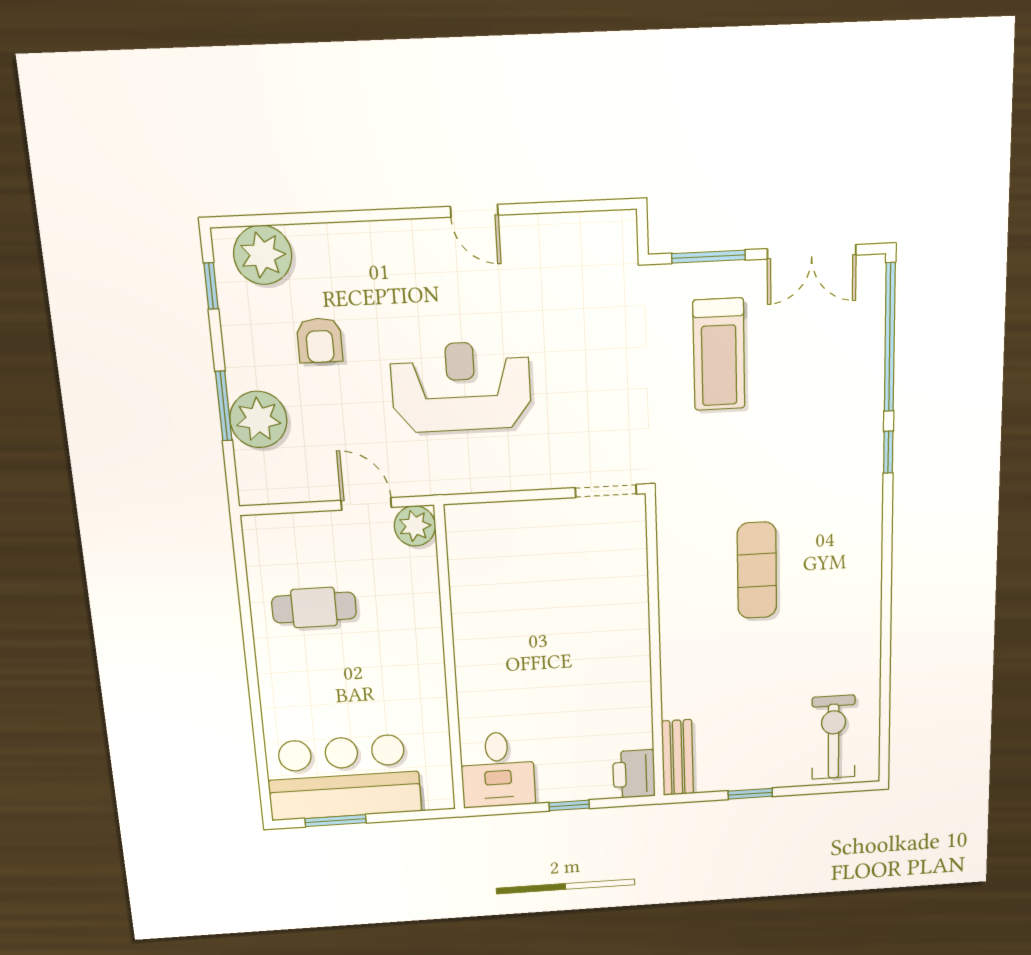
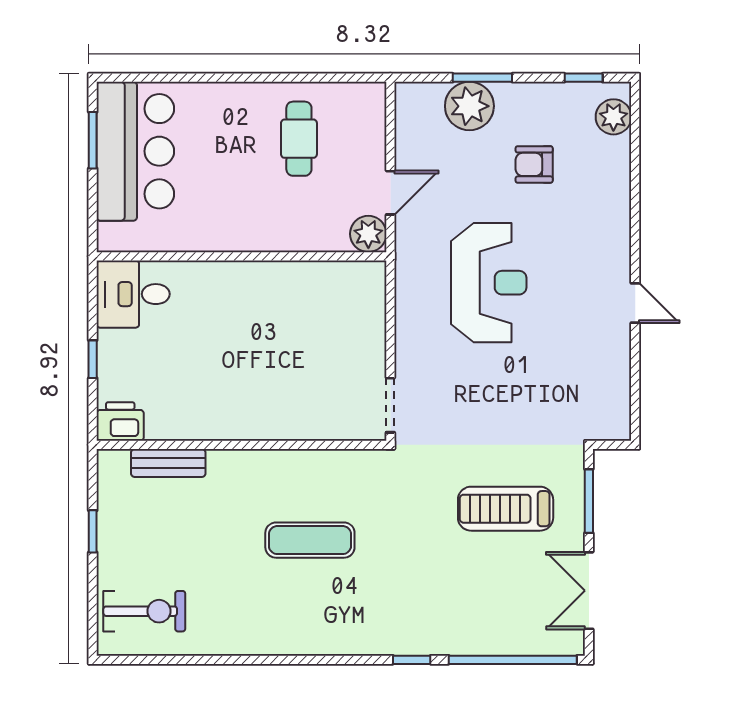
door: (474, 211) -> (635, 303), swing flipped
plant: (263, 255) -> (613, 117), width x0.73, depth x0.73
bench: (677, 758) -> (168, 463), moved

